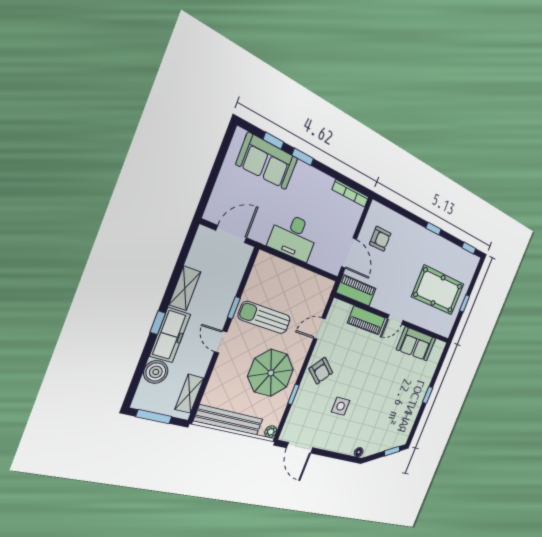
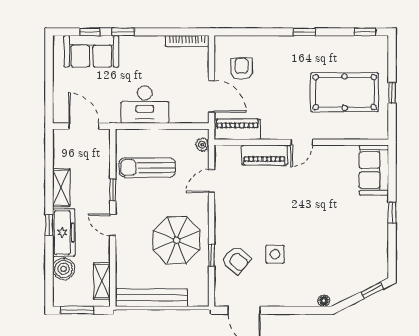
door: (231, 234) -> (84, 126), hinge flipped
armchair: (380, 239) -> (242, 69), turned -90
sun lounger: (265, 318) -> (147, 168), moved
sofa: (416, 344) -> (374, 170), moved, turned 90
armchair: (321, 371) -> (236, 260), moved
plant: (271, 432) -> (202, 145), moved

